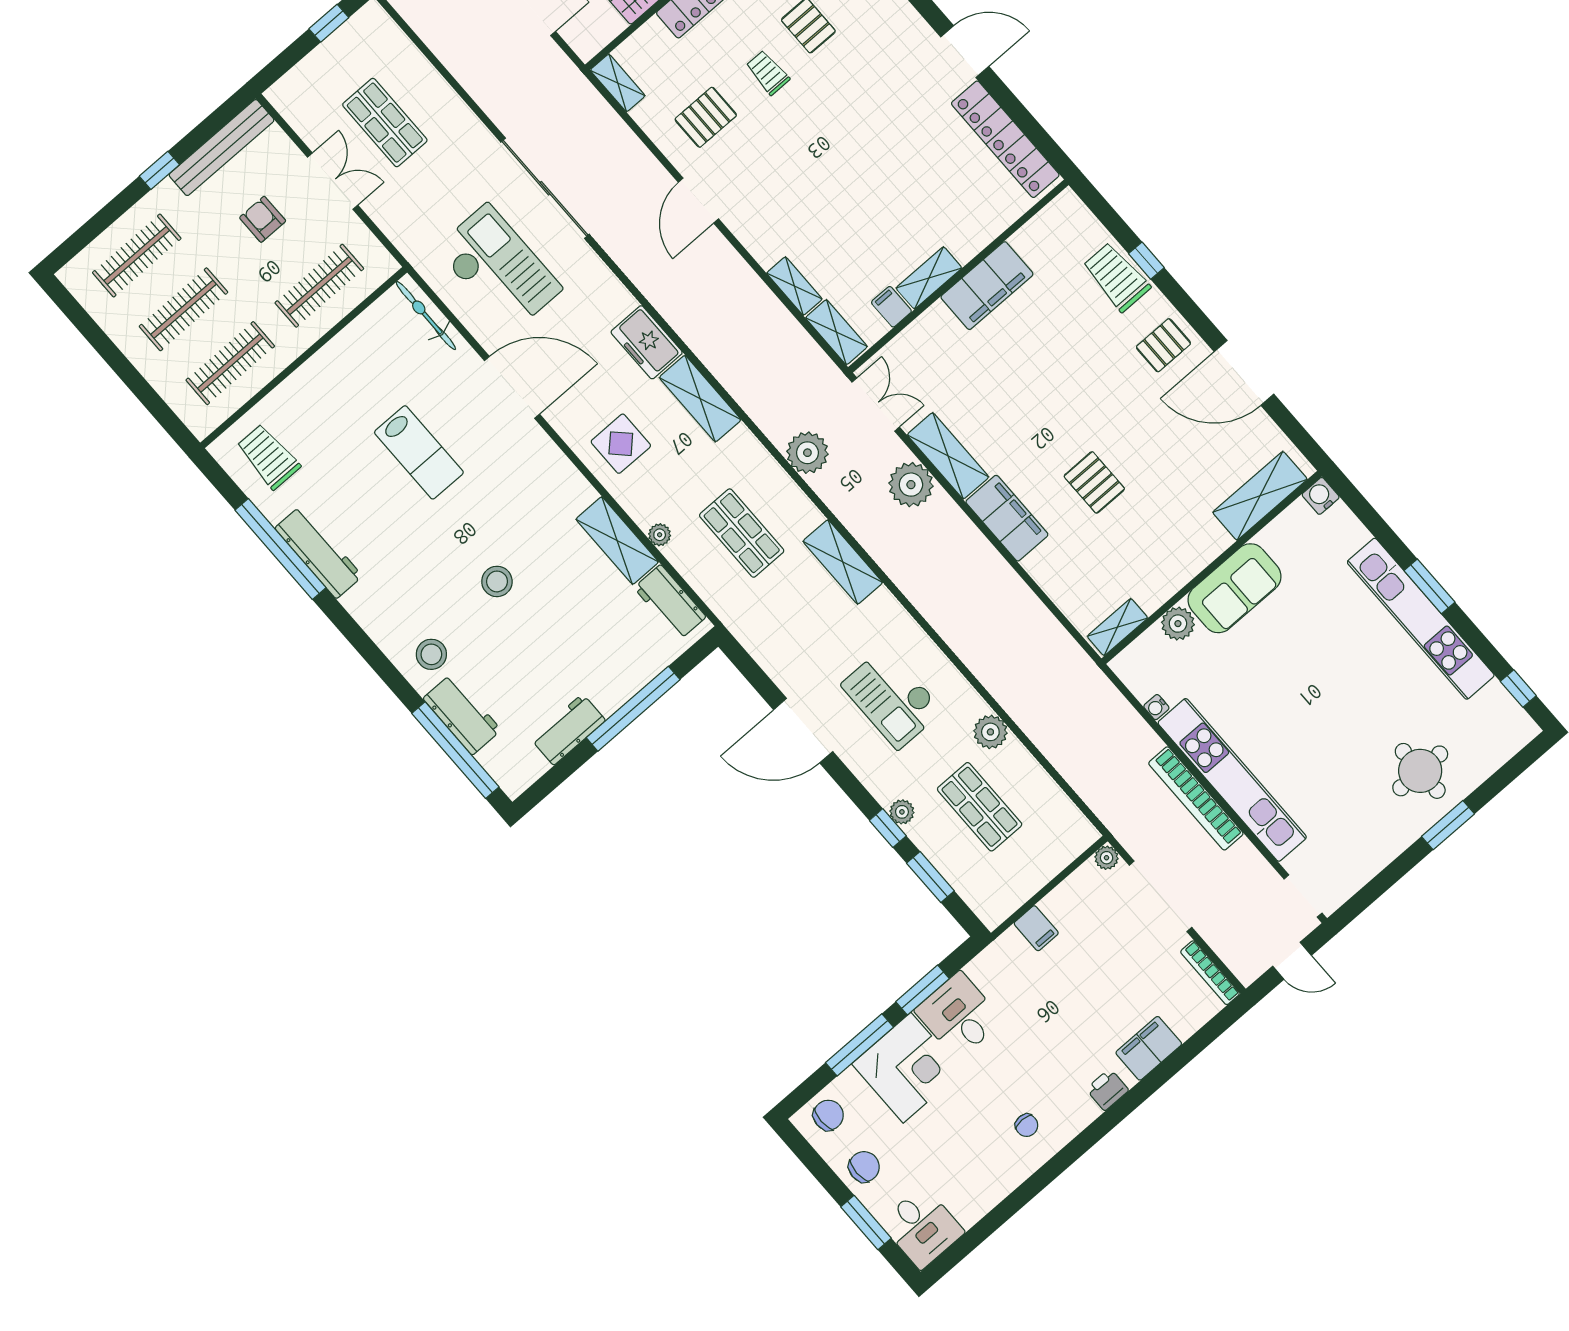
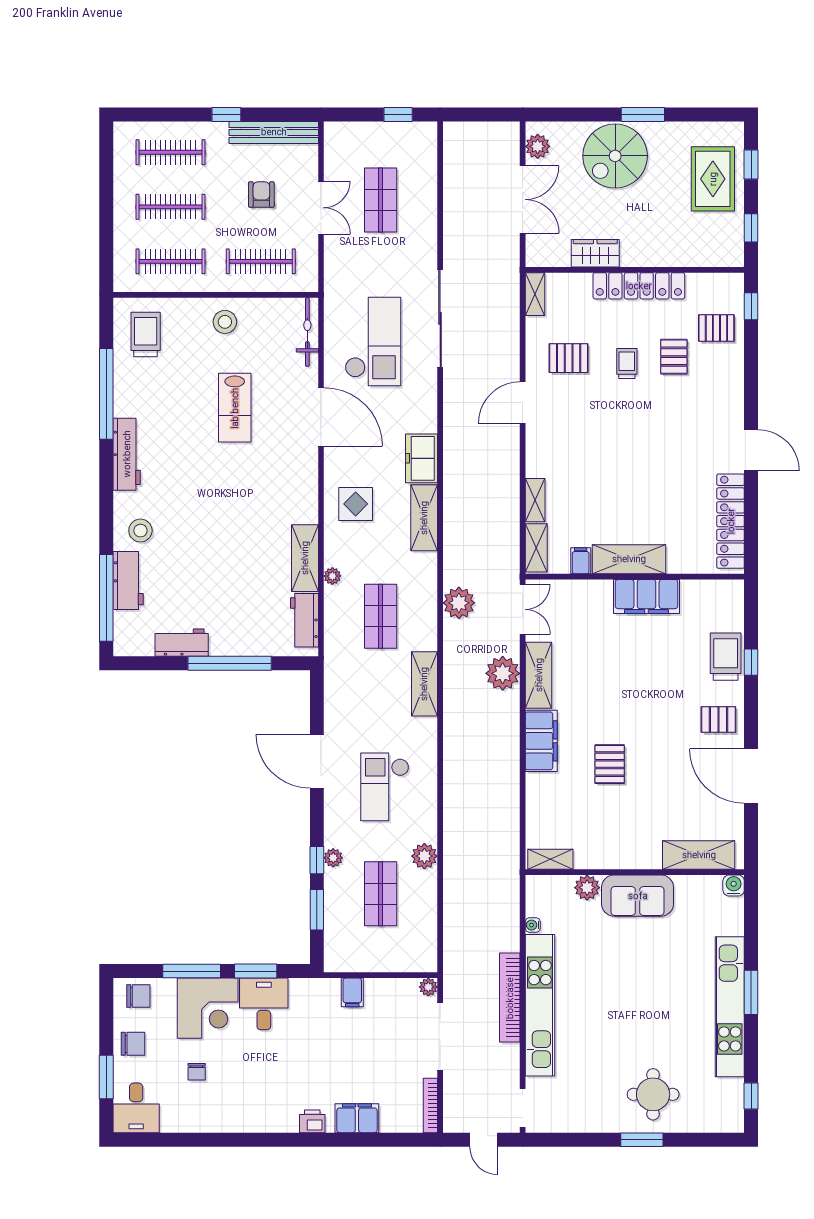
shelving: (929, 278) -> (629, 559), width x1.50, depth x1.33
workbench: (319, 552) -> (127, 454), moved
stool: (497, 581) -> (225, 322), moved
chair: (1027, 1125) -> (197, 1072), moved

